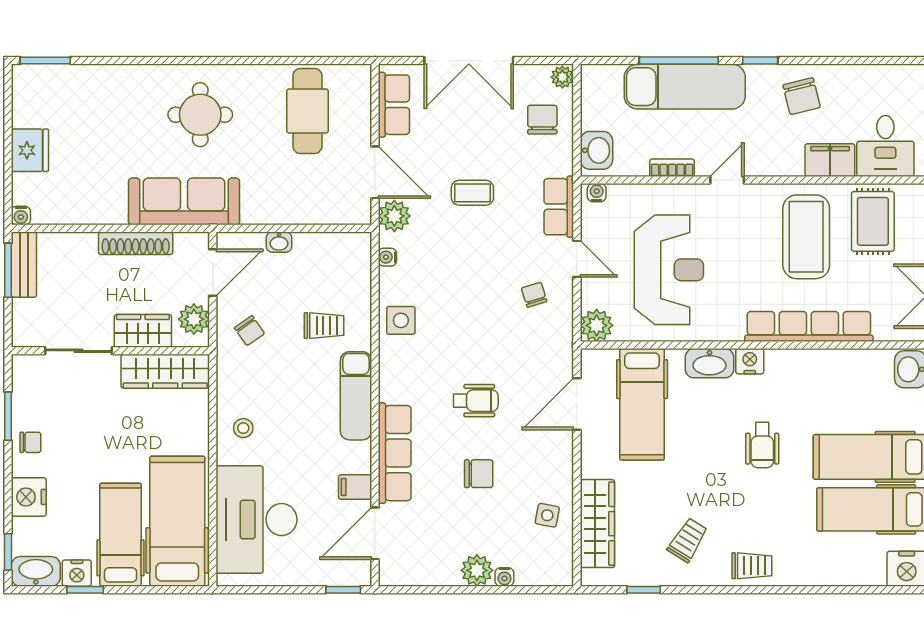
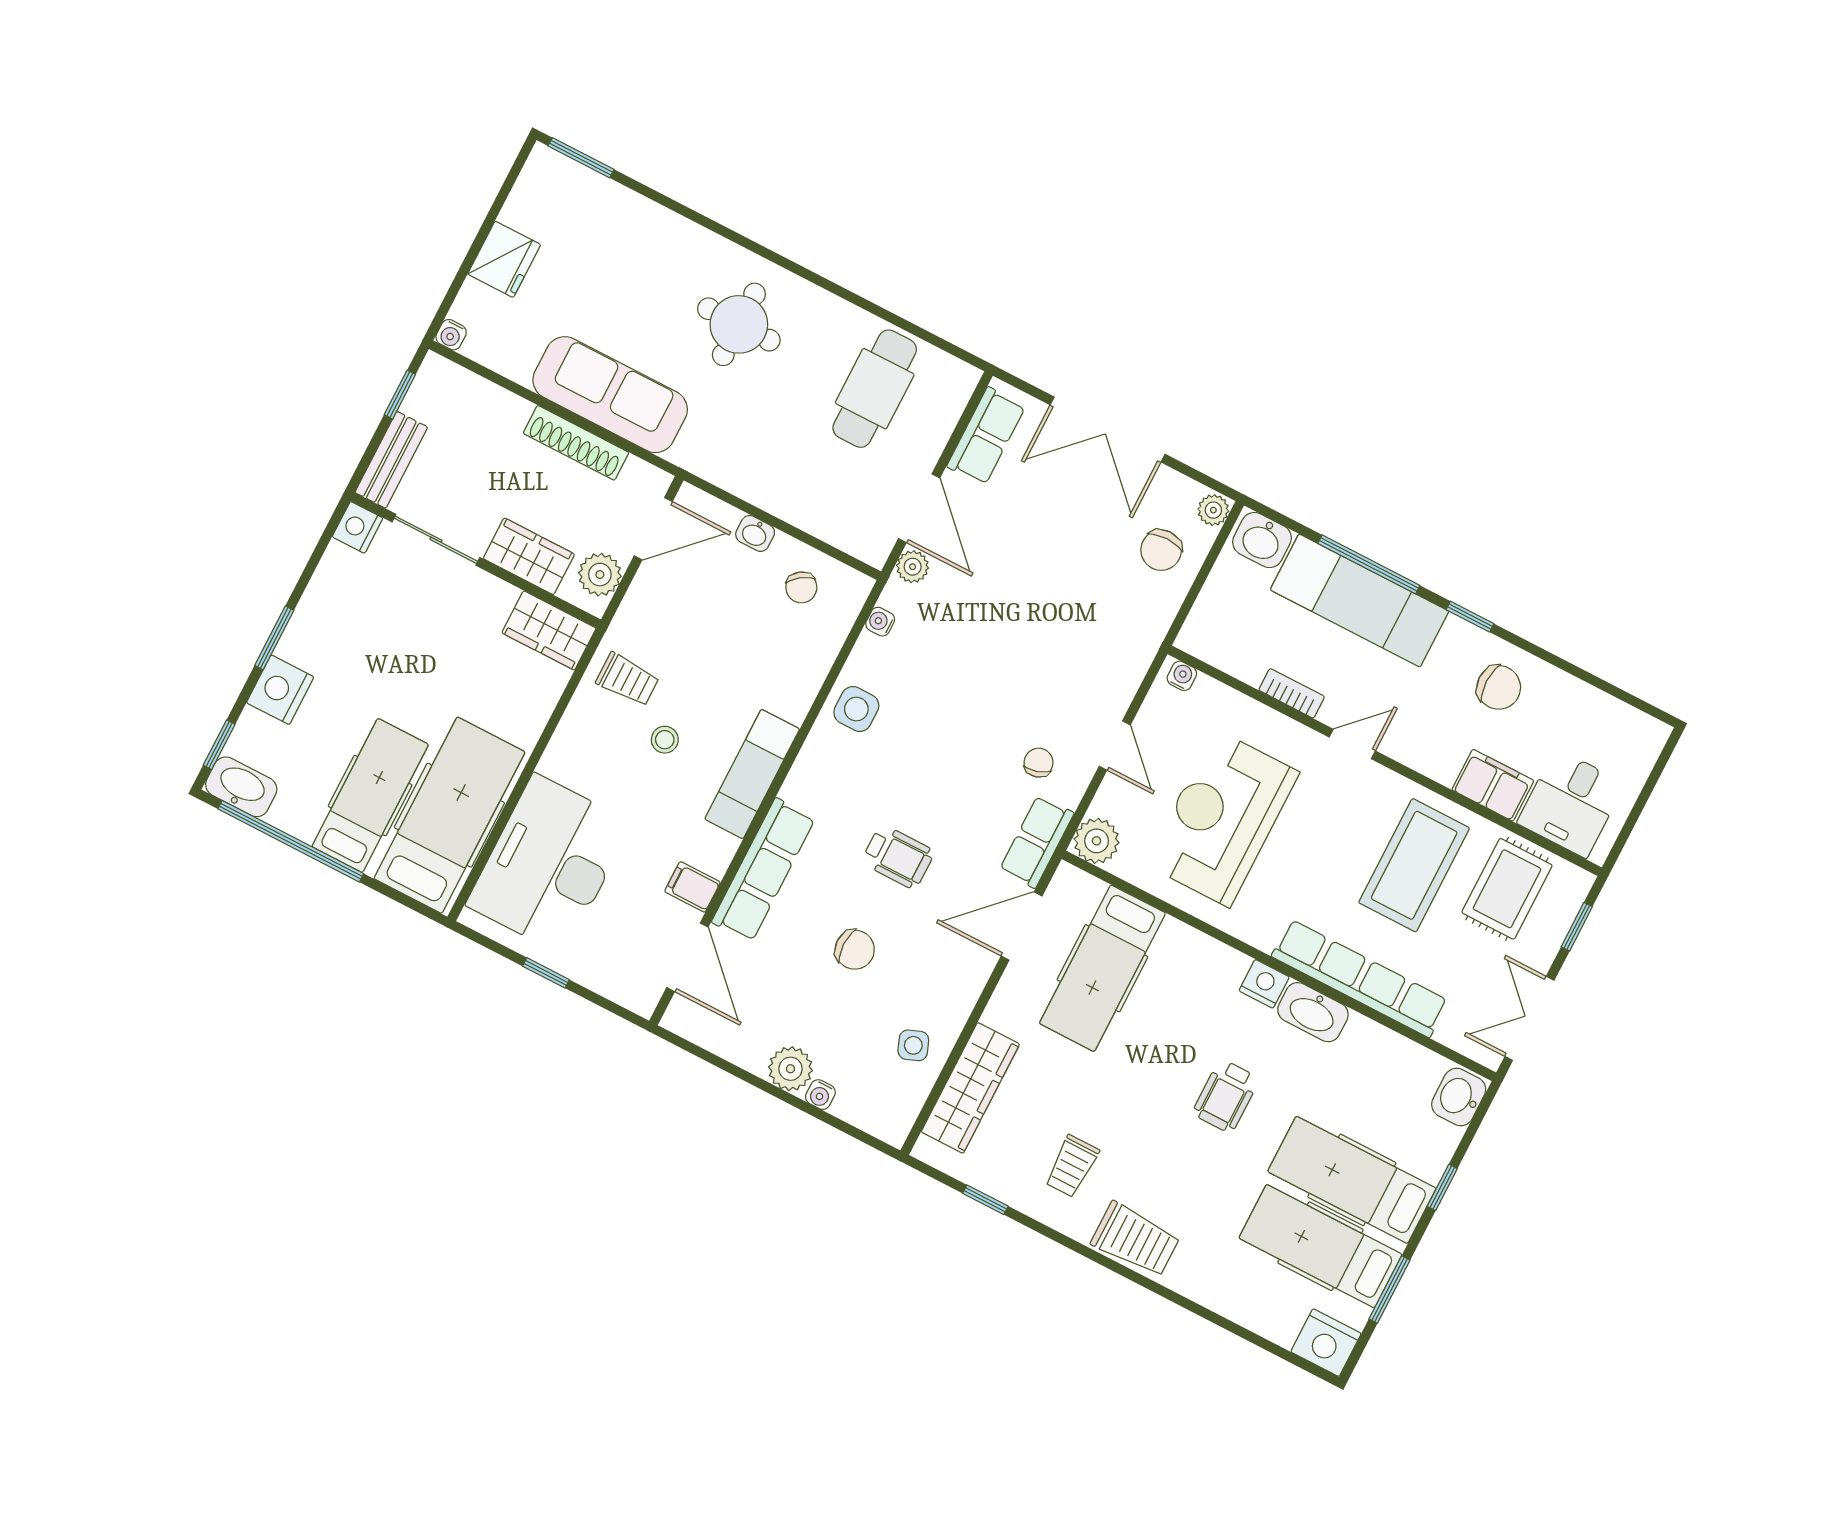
chair: (802, 96) -> (1499, 687), turned -76
chair: (542, 120) -> (1161, 550), turned 180
washbasin: (596, 150) -> (1262, 540), moved, turned 90
coffee table: (472, 193) -> (1027, 596), removed
sofa: (184, 201) -> (610, 395), moved
row of seats: (559, 207) -> (1037, 842), moved
plant: (394, 216) -> (913, 567), width x0.73, depth x0.73
bench: (24, 265) -> (391, 460), moved
window: (8, 270) -> (400, 395), width x0.67
reception desk: (669, 270) -> (1222, 818), turned 180
trolley: (324, 326) -> (628, 680), moved
chair: (249, 331) -> (801, 587), moved
washbasin: (709, 363) -> (1313, 1012), moved
wardrobe: (165, 371) -> (549, 630), width x0.67
window: (8, 416) -> (274, 638), moved
stool: (243, 428) -> (665, 740), moved
chair: (30, 442) -> (317, 623), removed
side table: (547, 515) -> (913, 1045), turned -32
door: (375, 533) -> (687, 957), swing flipped
trolley: (687, 540) -> (1072, 1166), turned 148
trolley: (752, 566) -> (1135, 1240), width x1.36, depth x1.39
nightstand: (77, 573) -> (358, 527), moved, turned 90
window: (85, 590) -> (291, 841), width x3.17
window: (343, 590) -> (546, 973), moved

